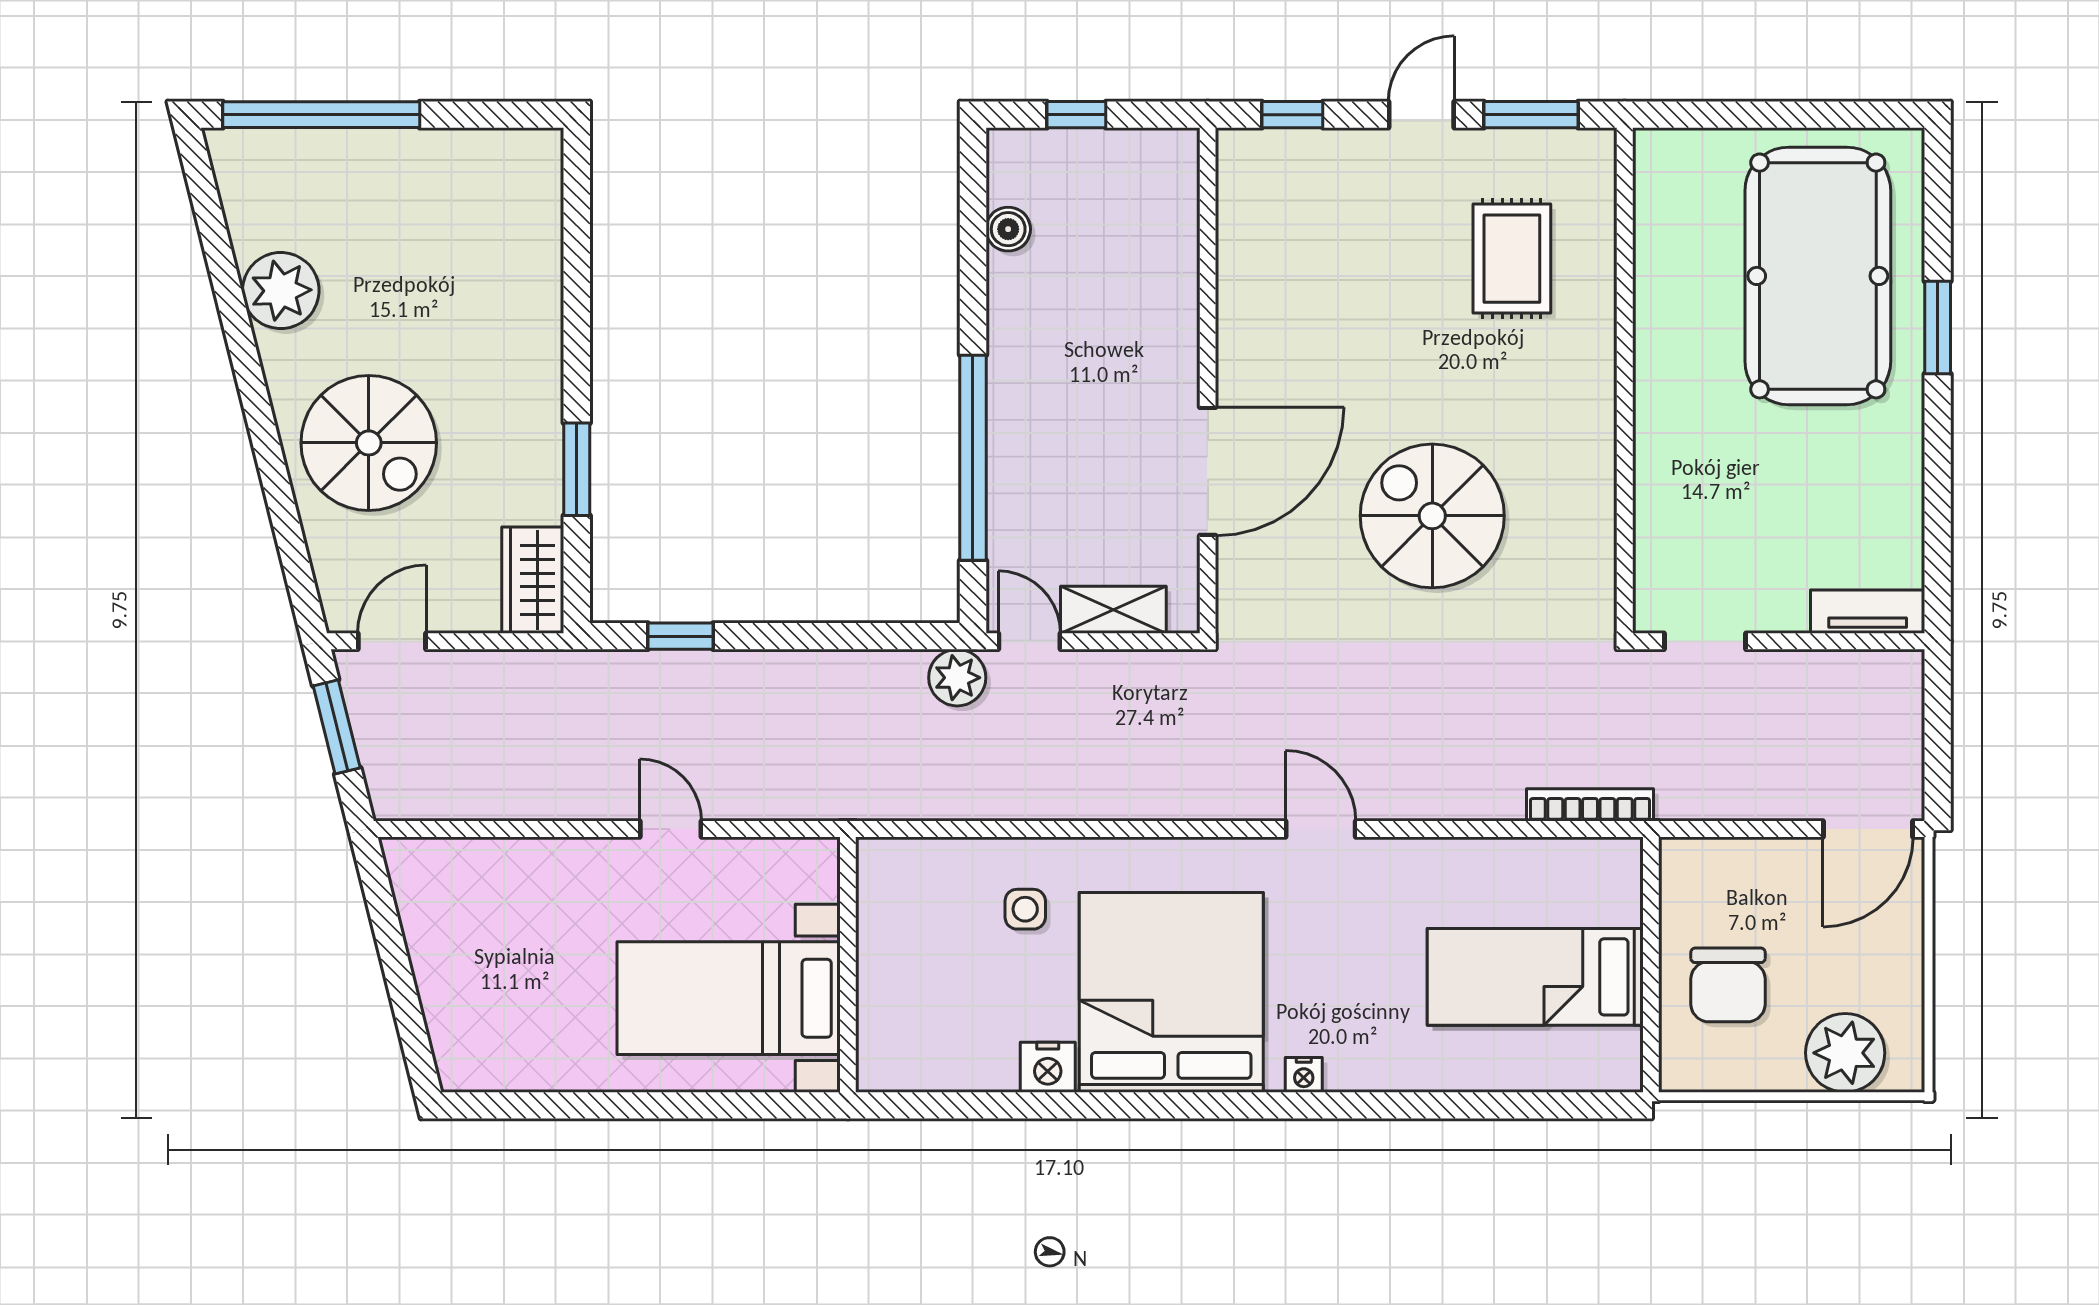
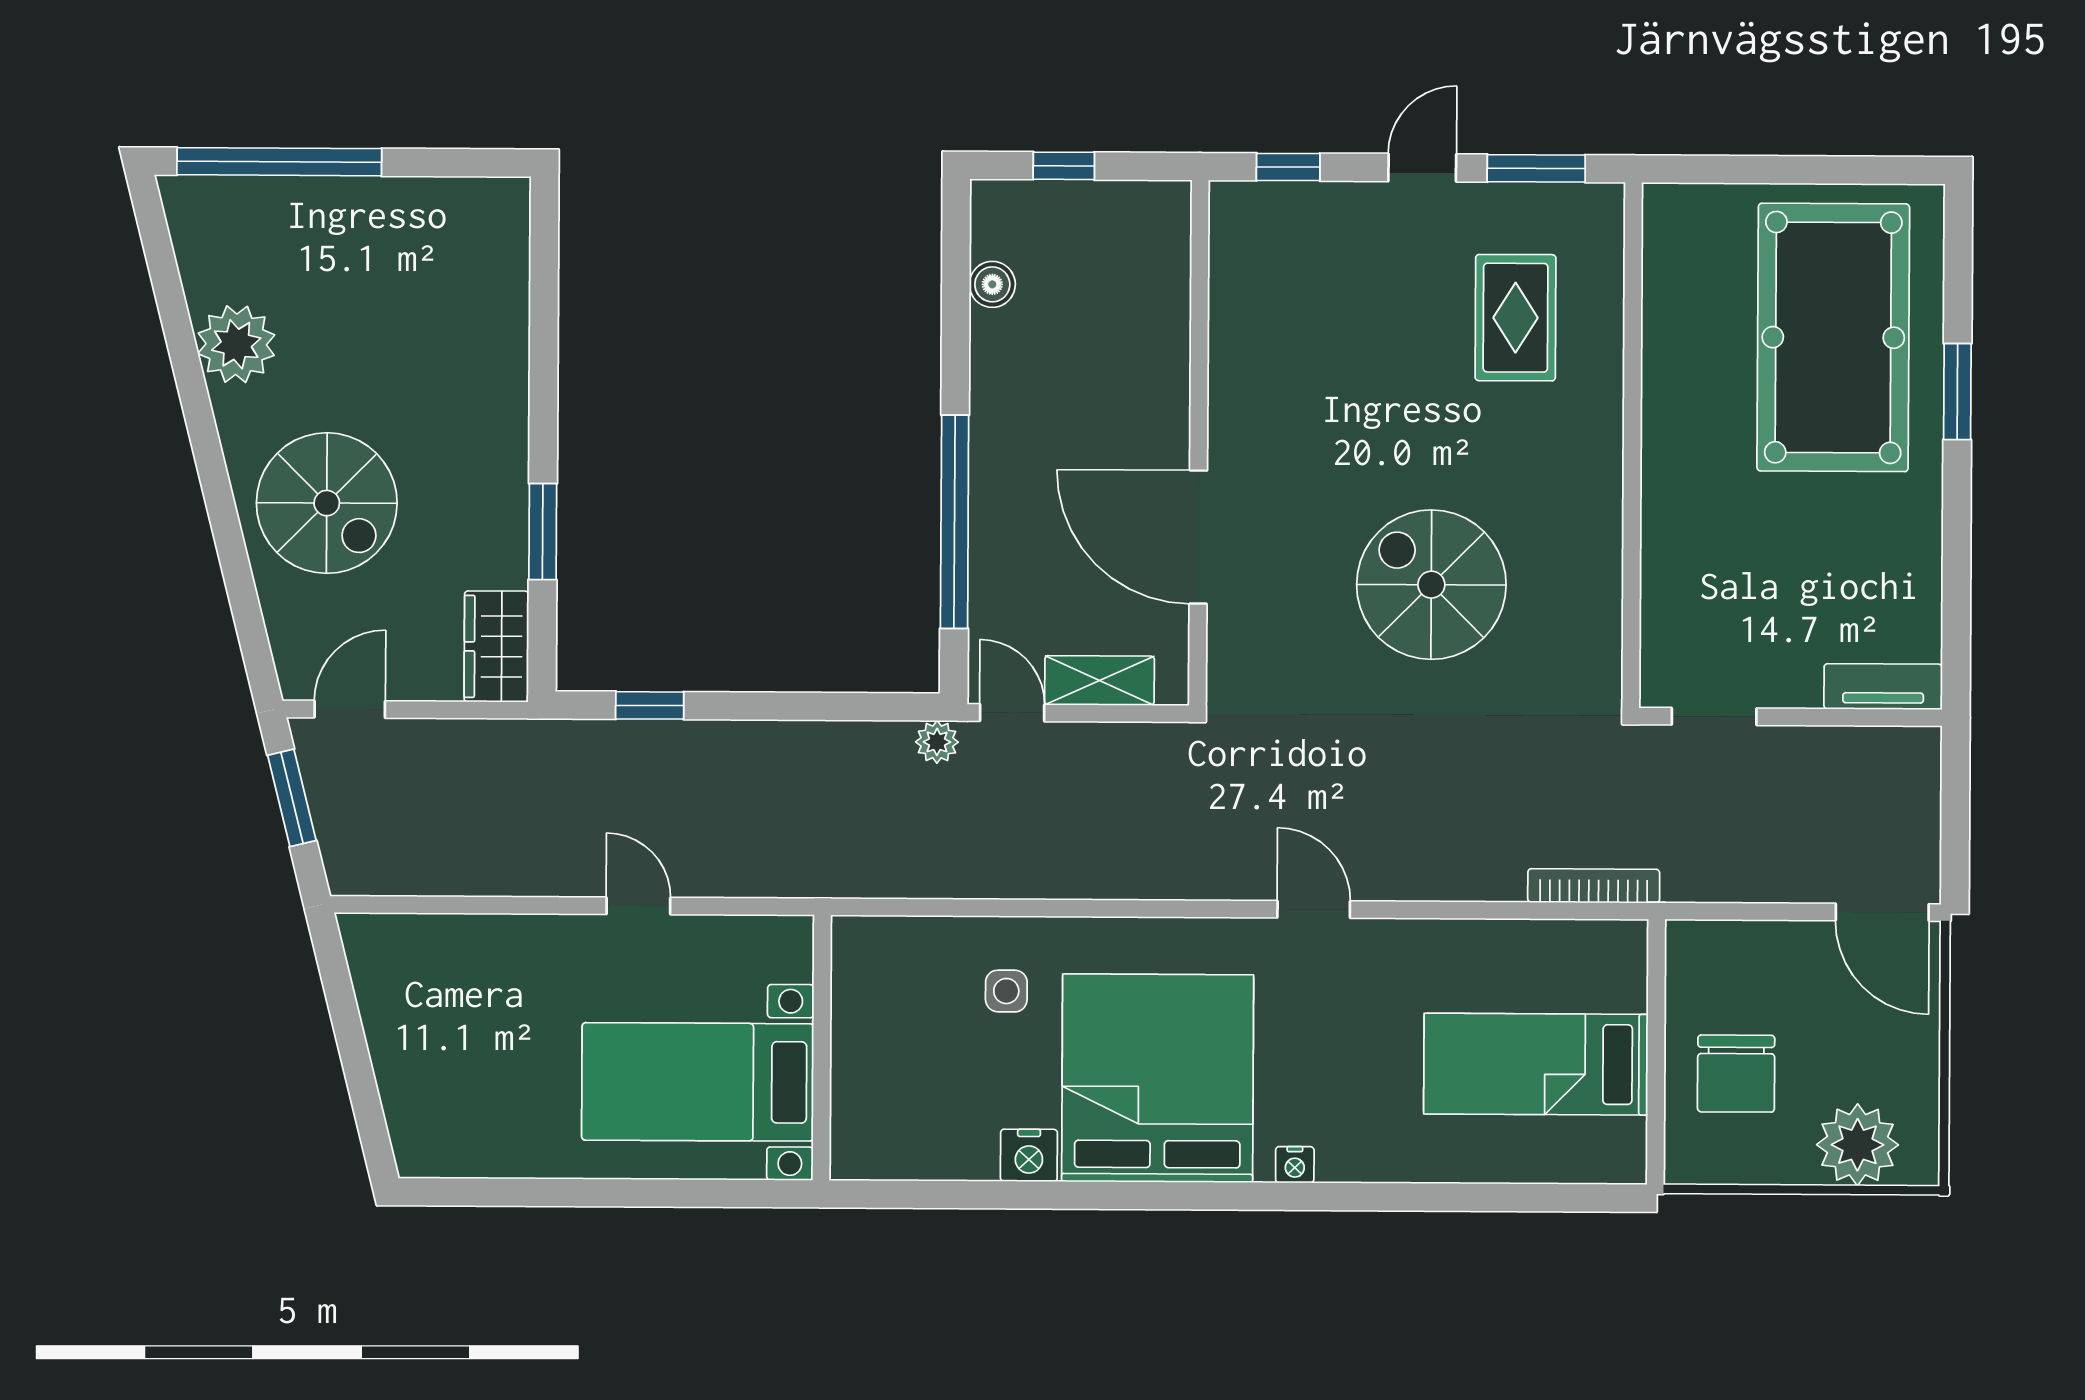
door: (1208, 471) -> (1198, 537), swing flipped
plant: (957, 678) -> (937, 742), width x0.73, depth x0.73
door: (1868, 829) -> (1882, 912), hinge flipped

